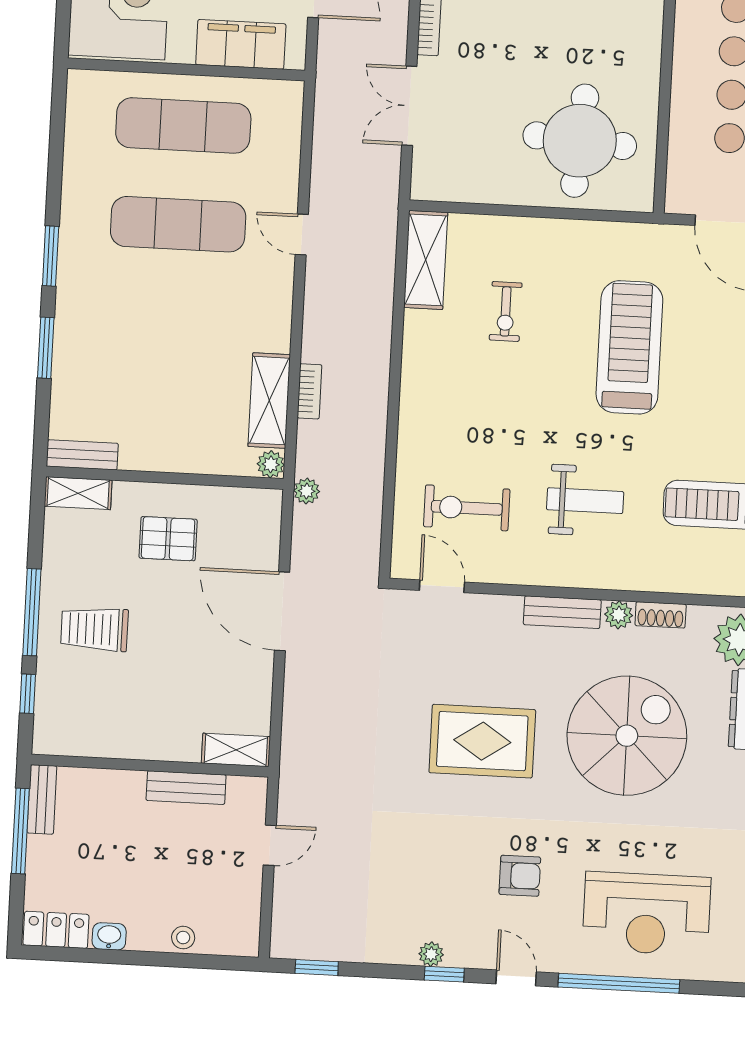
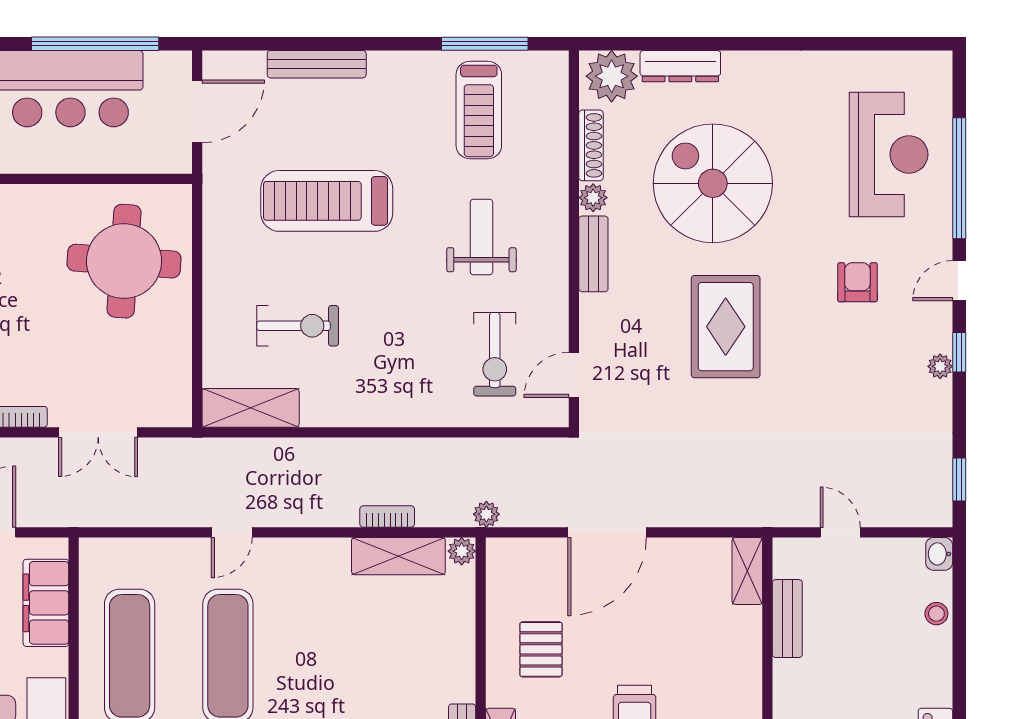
exercise bike: (506, 311) -> (298, 326), width x1.38, depth x1.39
shoe rack: (661, 615) -> (591, 145), width x1.43
washbasin: (109, 936) -> (939, 554), moved

